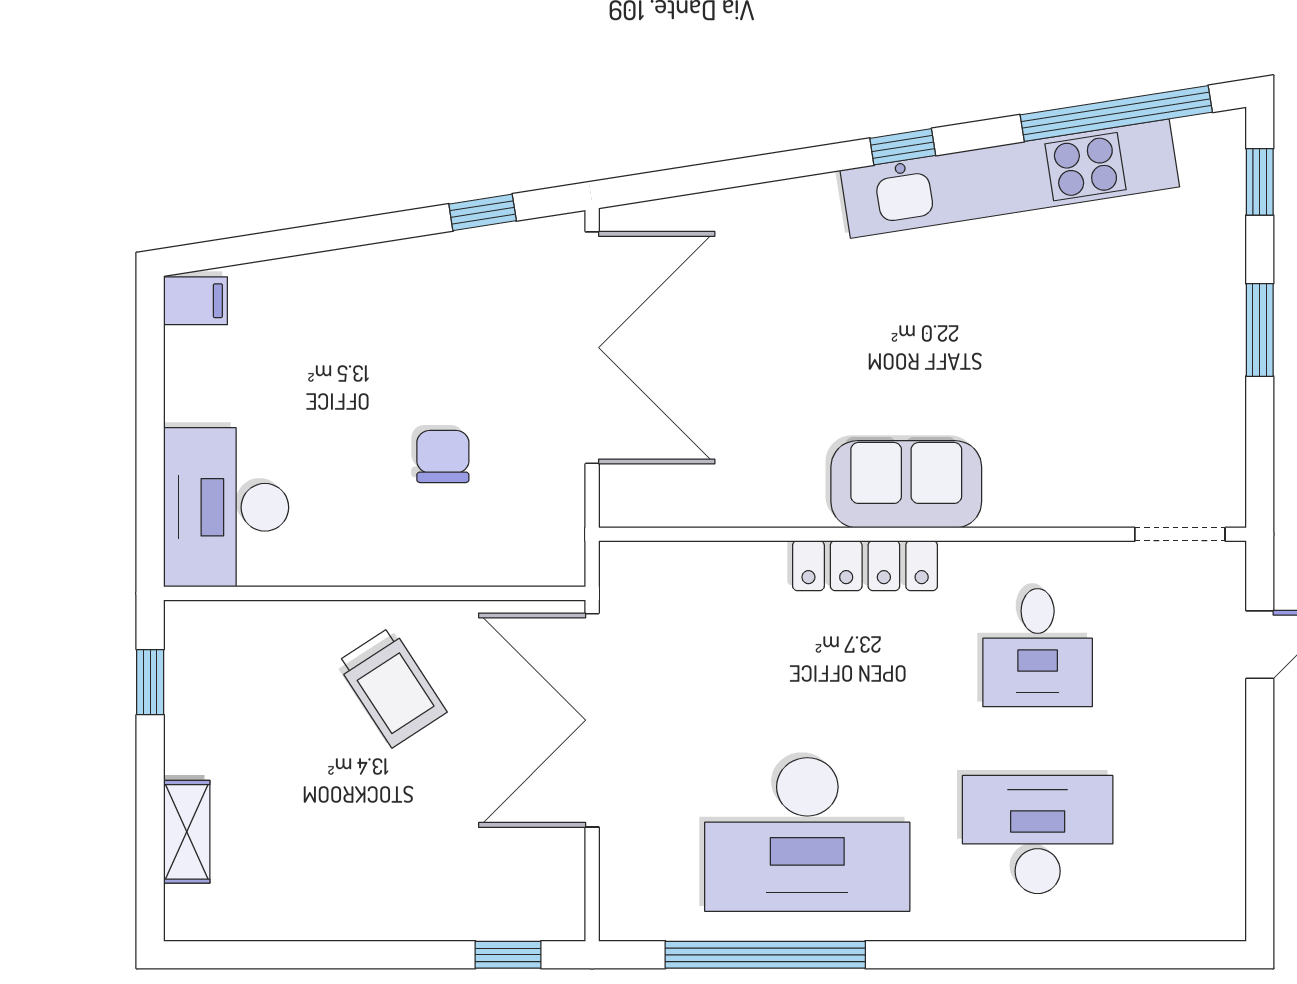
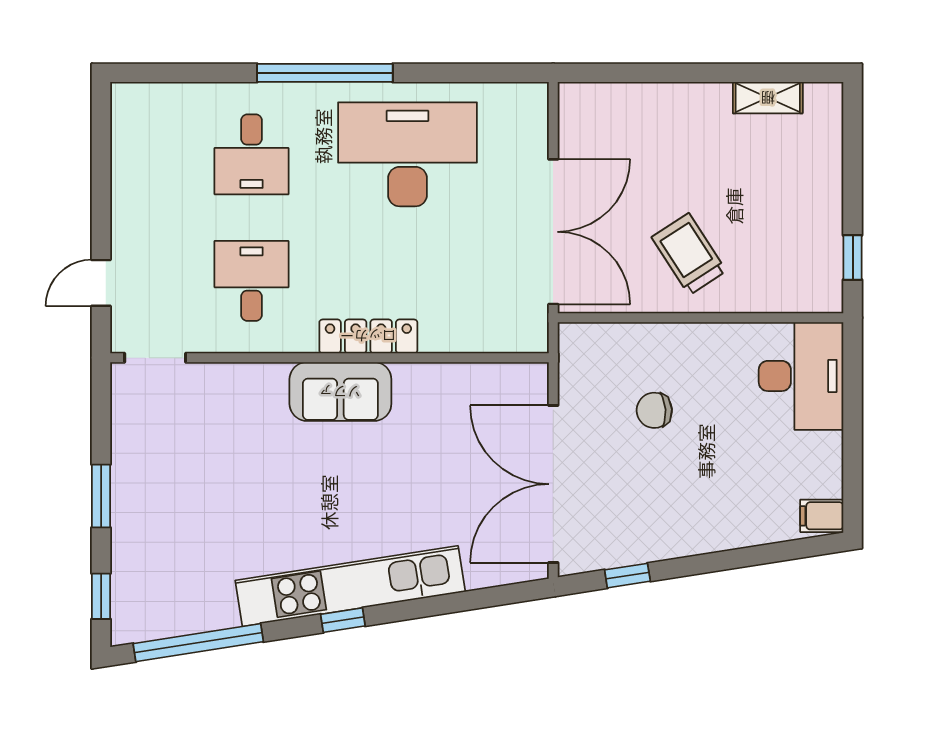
kitchen unit: (1010, 179) -> (350, 586), moved
chair: (443, 456) -> (654, 410), turned 86
shelving: (187, 832) -> (768, 98), moved, turned 90
desk: (1038, 834) -> (252, 154), width x0.73
window: (508, 955) -> (610, 73), removed
window: (765, 955) -> (325, 73), moved

